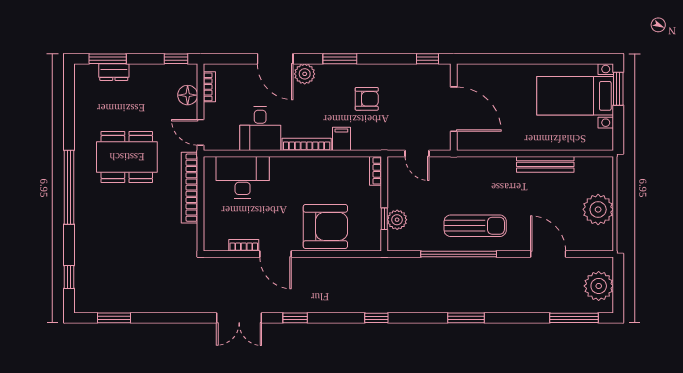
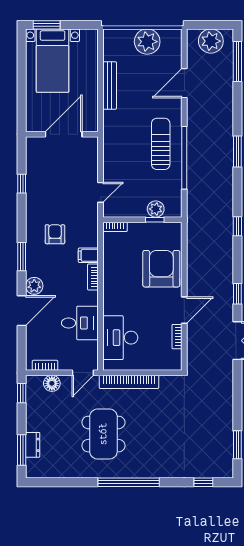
wall: (454, 107) -> (62, 134), moved
door: (454, 109) -> (64, 134), moved
bookcase: (307, 144) -> (93, 277), width x0.64

